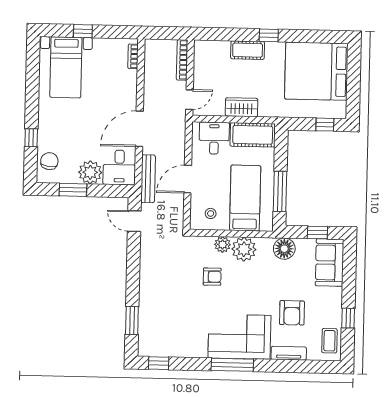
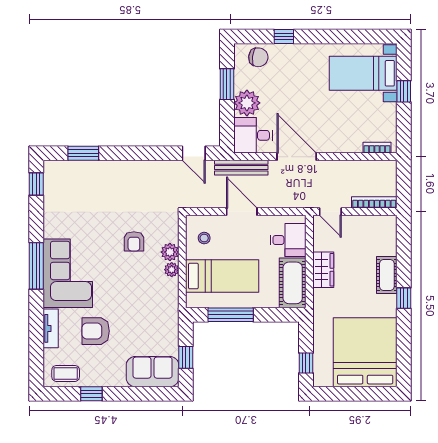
door: (134, 221) -> (194, 153), swing flipped
plant: (244, 249) -> (172, 270), width x0.53, depth x0.53
floor lamp: (284, 249) -> (167, 321), removed

